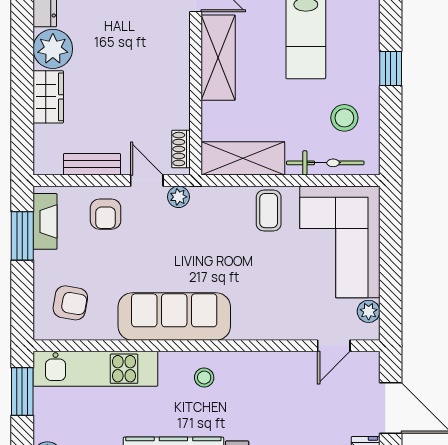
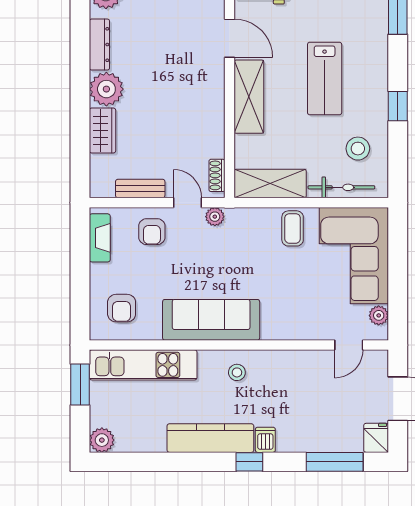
window: (22, 236) -> (80, 250), removed
armchair: (70, 303) -> (122, 308), turned 80

